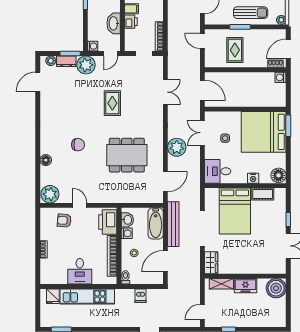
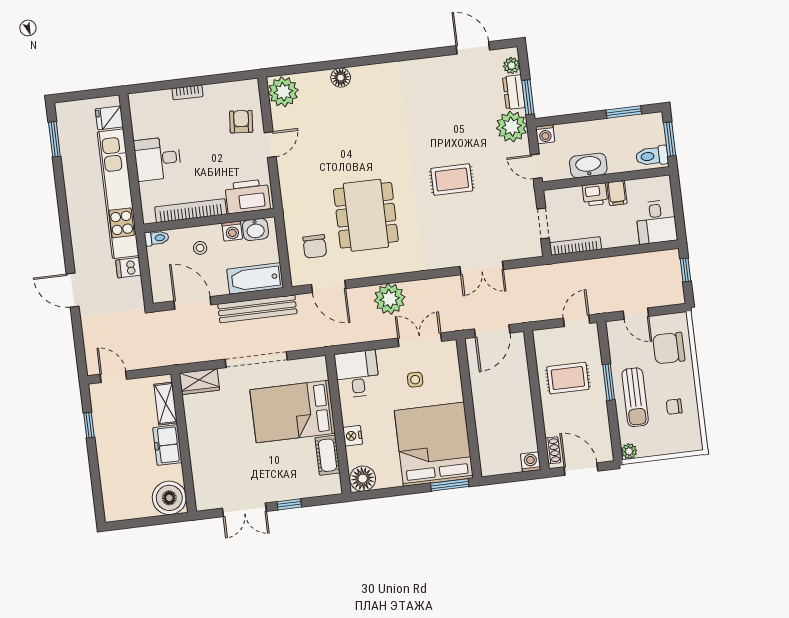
chair: (78, 145) -> (315, 246), moved
kitchen unit: (87, 296) -> (118, 194), width x1.36

